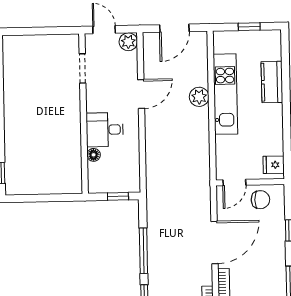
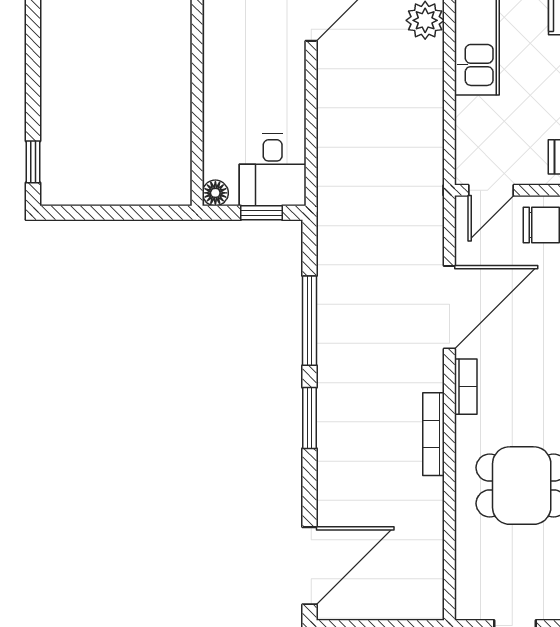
desk: (105, 130) -> (273, 170), moved, turned -90
floor lamp: (94, 155) -> (215, 193), moved

